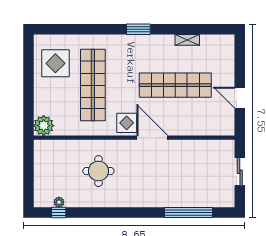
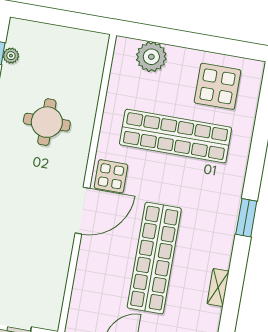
plant: (44, 126) -> (151, 57), moved

